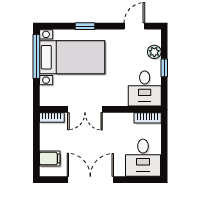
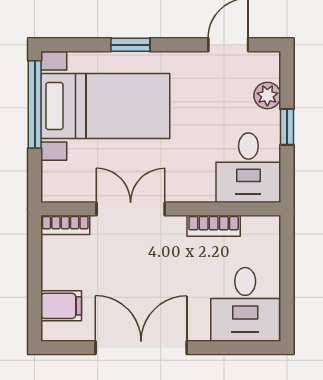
double door: (85, 109) -> (131, 209), swing flipped
bookcase: (148, 118) -> (214, 226), moved

